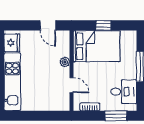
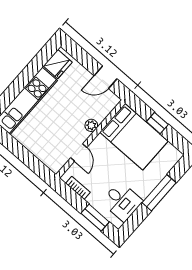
door: (48, 25) -> (106, 77), hinge flipped

